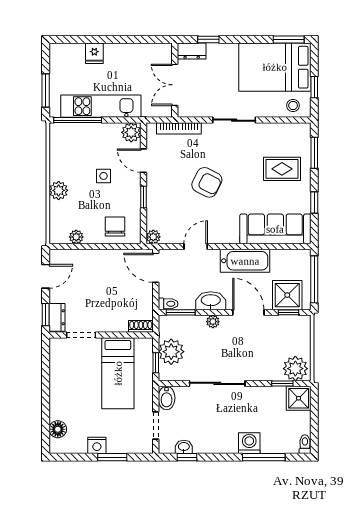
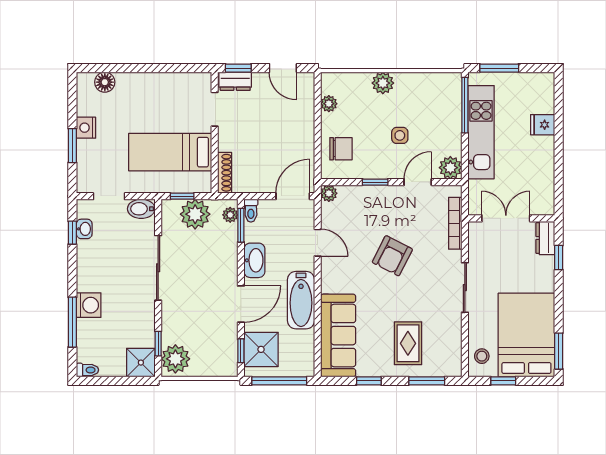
plant: (213, 322) -> (230, 215), moved
shoe rack: (141, 326) -> (225, 173), width x1.43

